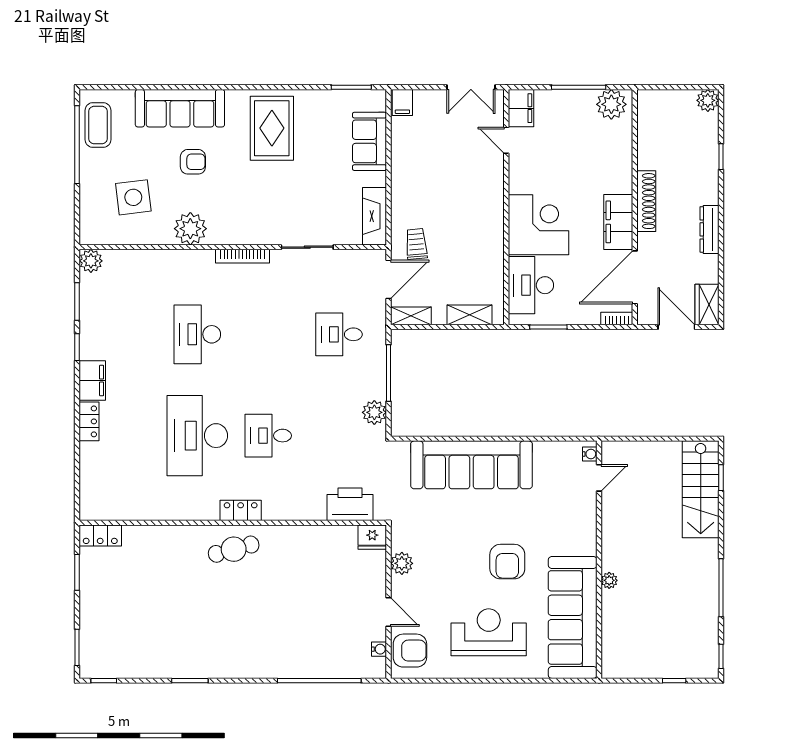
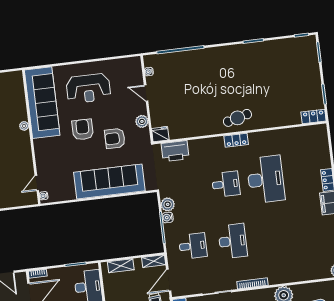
desk: (197, 334) -> (233, 241), moved
water cooler: (377, 389) -> (168, 218), added
armchair: (410, 651) -> (115, 138), moved

